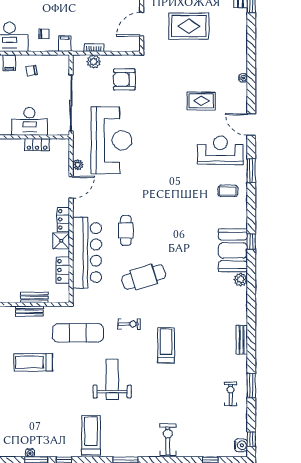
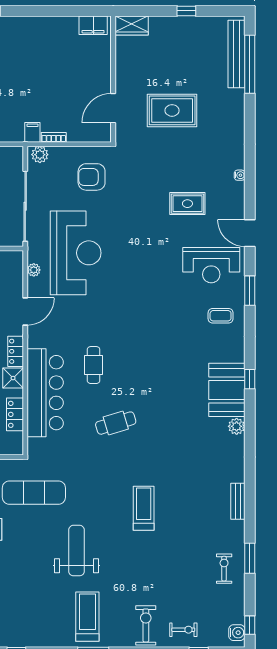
filing cabinet: (65, 44) -> (32, 132), moved
plant: (94, 61) -> (40, 155), moved
reception desk: (220, 150) -> (211, 265), turned 180
plant: (78, 165) -> (34, 270), moved
cafe table: (144, 277) -> (116, 423), width x0.73, depth x0.74
exercise bike: (129, 324) -> (183, 630), moved
treadmill: (91, 435) -> (87, 617), moved

